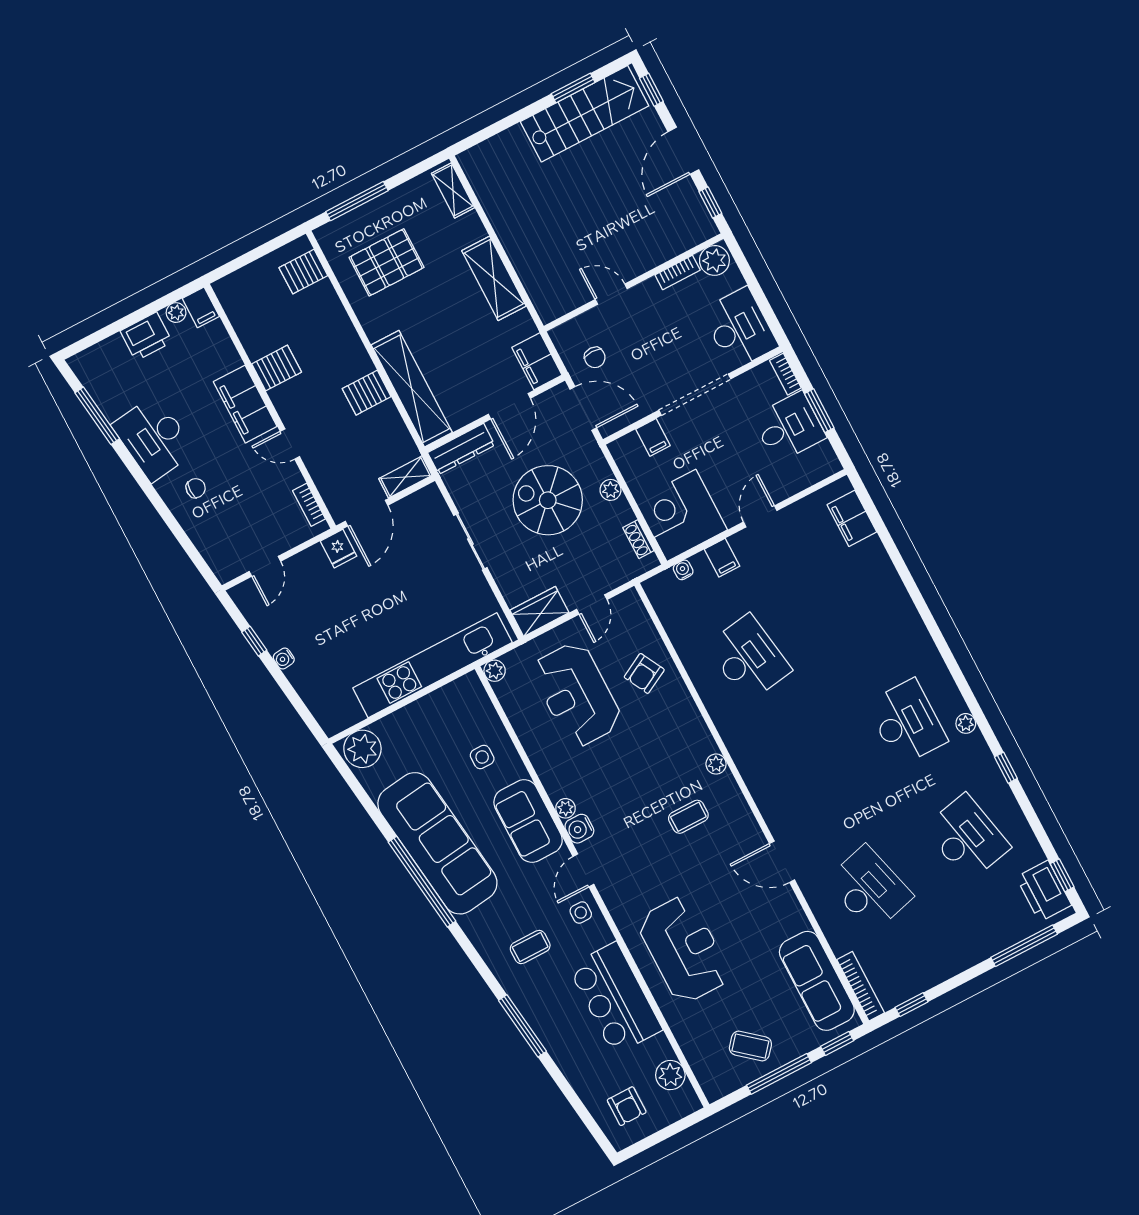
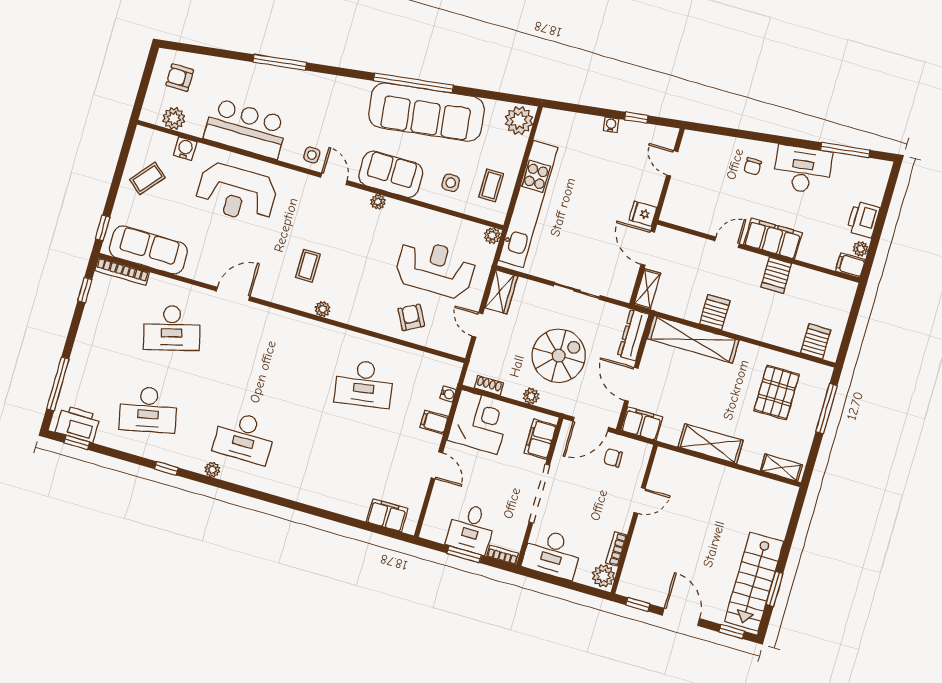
filing cabinet: (653, 437) -> (540, 439), width x2.00
bookcase: (309, 505) -> (683, 221), removed
water cooler: (579, 829) -> (185, 149), moved
coffee table: (530, 947) -> (491, 185), moved
window: (779, 1074) -> (117, 179), removed

